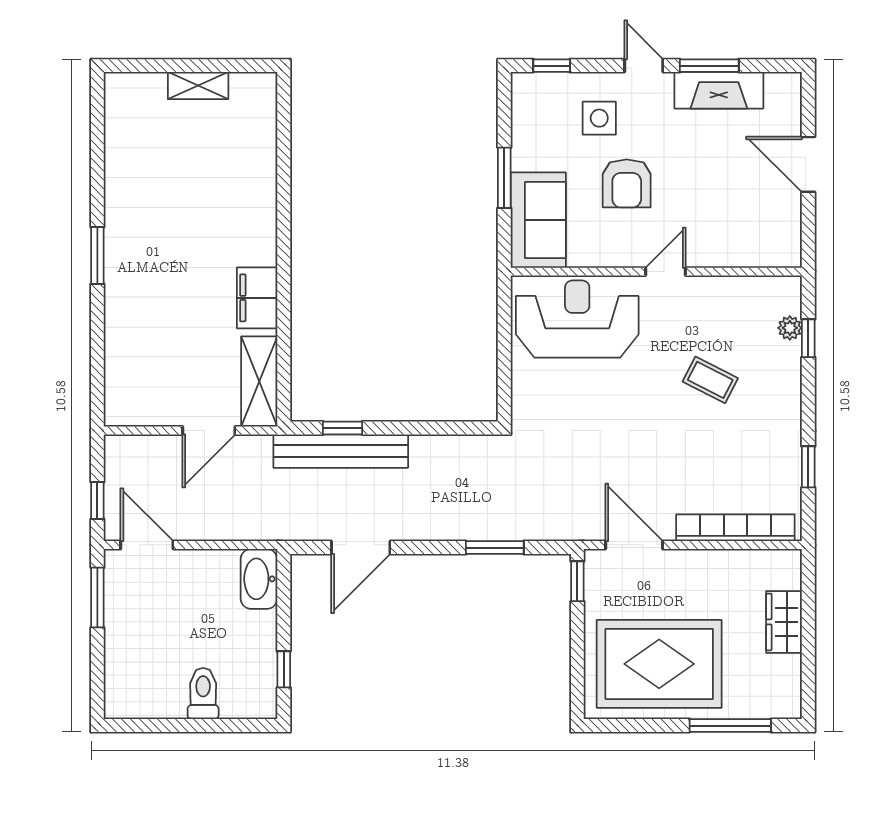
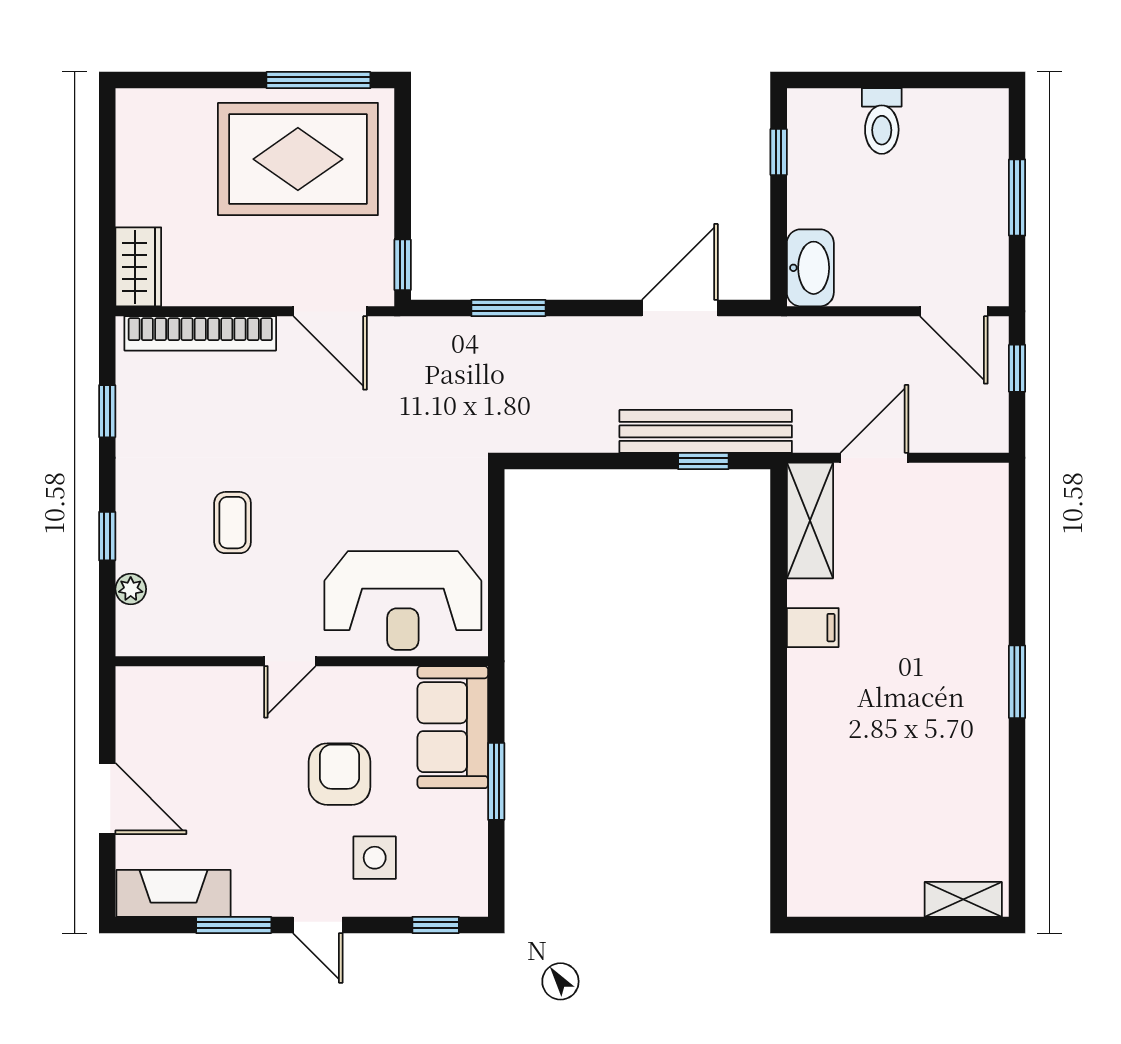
shelving: (198, 86) -> (963, 899), moved
fireplace: (719, 90) -> (173, 893), moved
filing cabinet: (257, 298) -> (813, 628), width x0.50
window: (808, 338) -> (107, 536), moved
coffee table: (710, 380) -> (233, 523), turned 63
window: (97, 598) -> (1017, 197), moved
wardrobe: (784, 622) -> (138, 267), moved
window: (730, 726) -> (318, 80), moved

